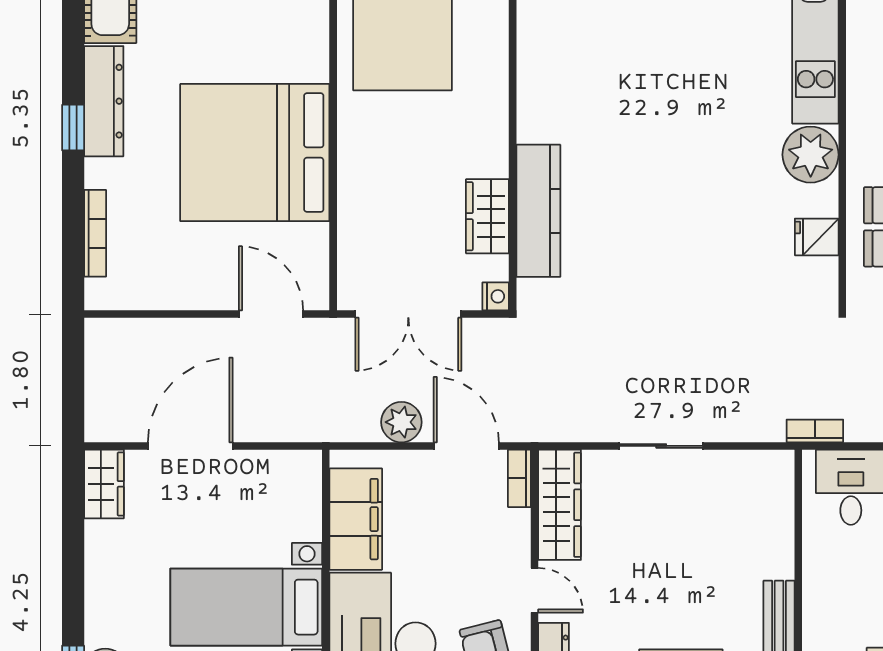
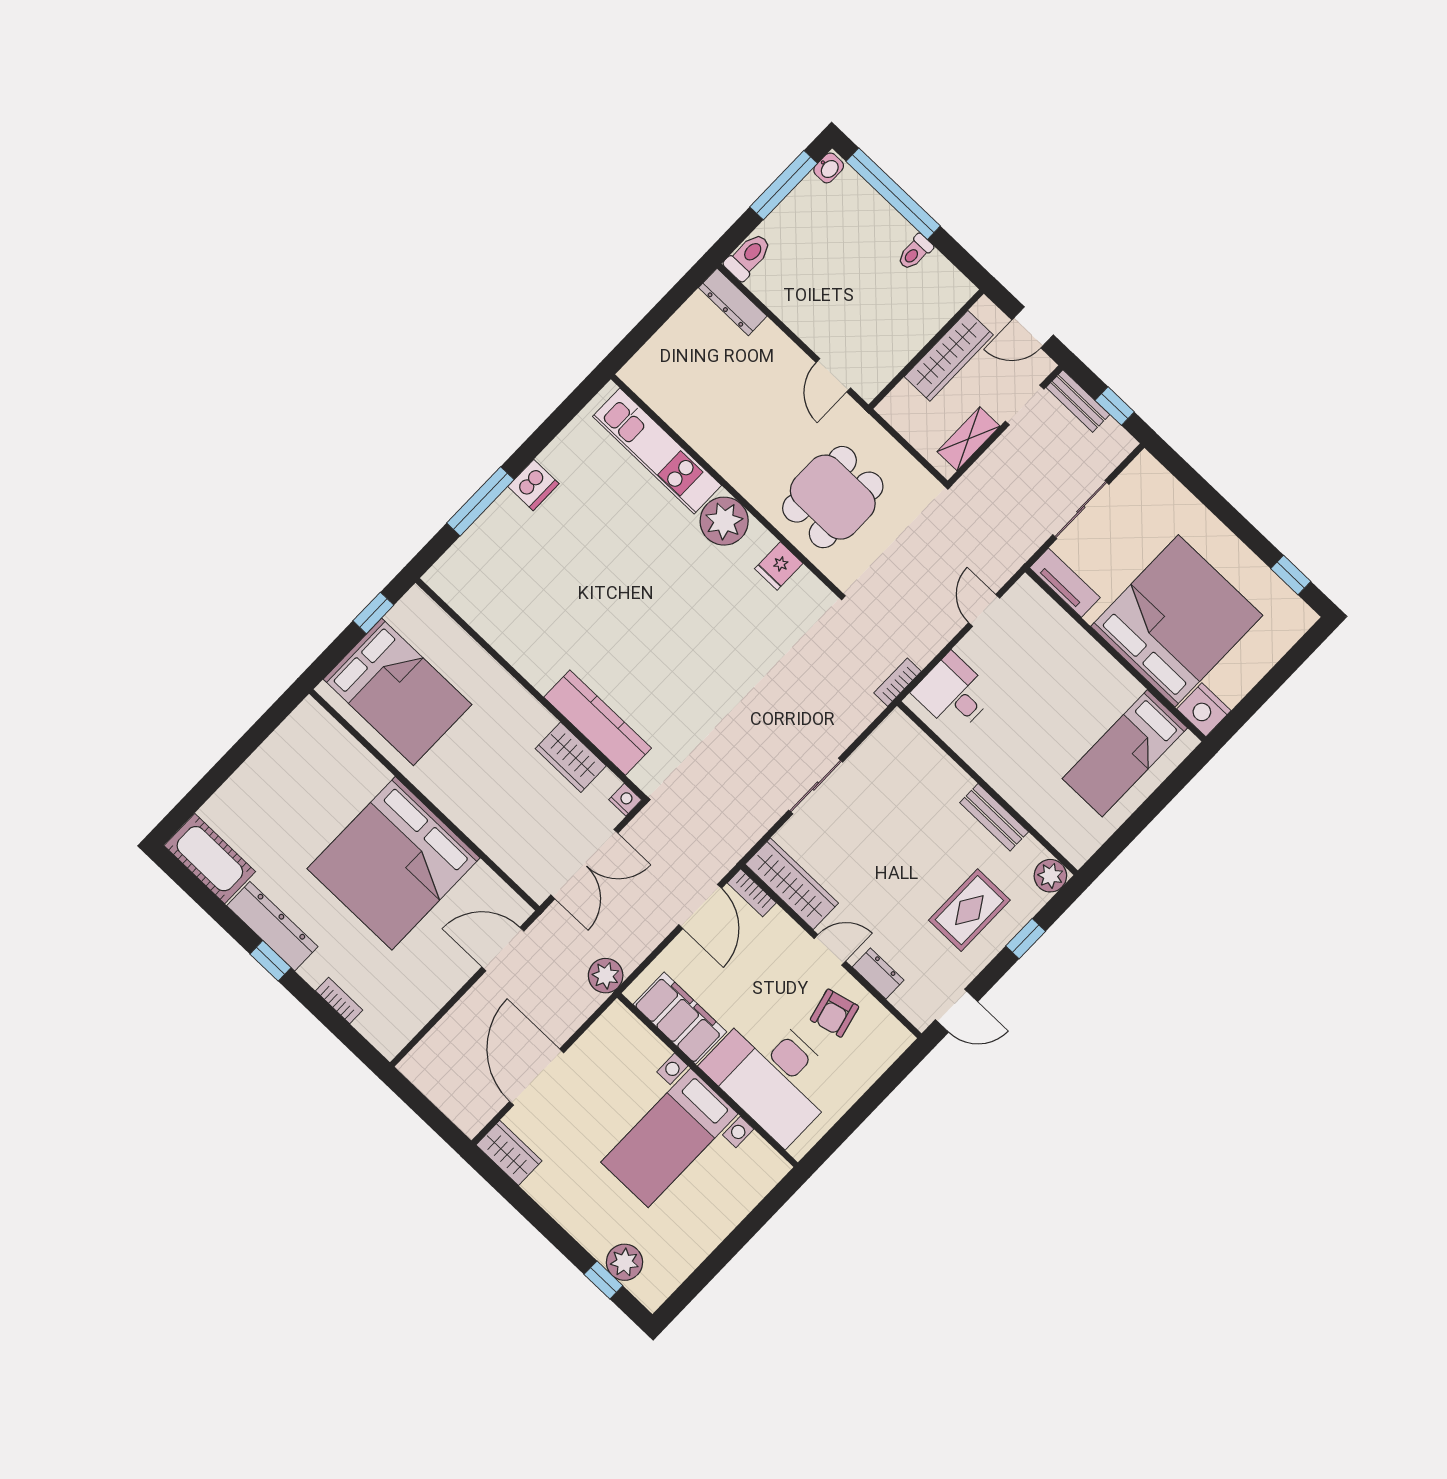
bookcase: (95, 233) -> (339, 1001), width x0.64
plant: (401, 422) -> (606, 976), moved
door: (466, 446) -> (700, 906), swing flipped

